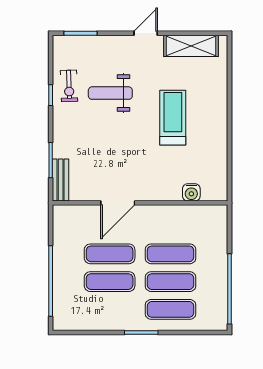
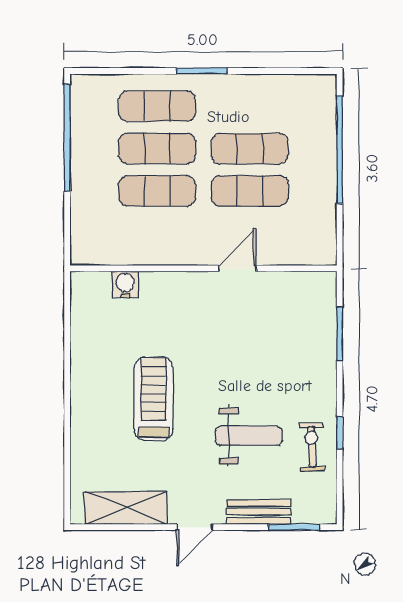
treadmill: (173, 118) -> (154, 398), turned 180
bench: (61, 180) -> (259, 512), moved, turned 90
door: (118, 203) -> (237, 268), width x0.73

